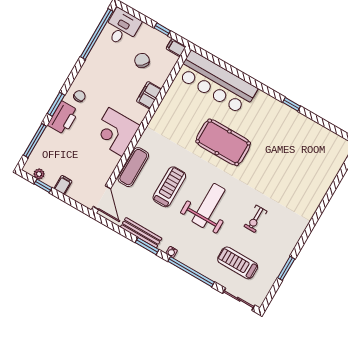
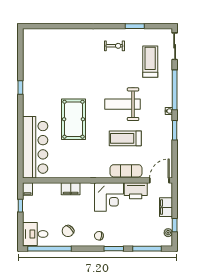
chair: (142, 60) -> (68, 231), moved
printer: (63, 118) -> (136, 191), moved, turned 180
filing cabinet: (63, 185) -> (166, 207), width x2.00
exercise bike: (256, 219) -> (114, 46), moved
bench: (141, 233) -> (168, 139), removed
treadmill: (238, 263) -> (150, 62), turned 180

